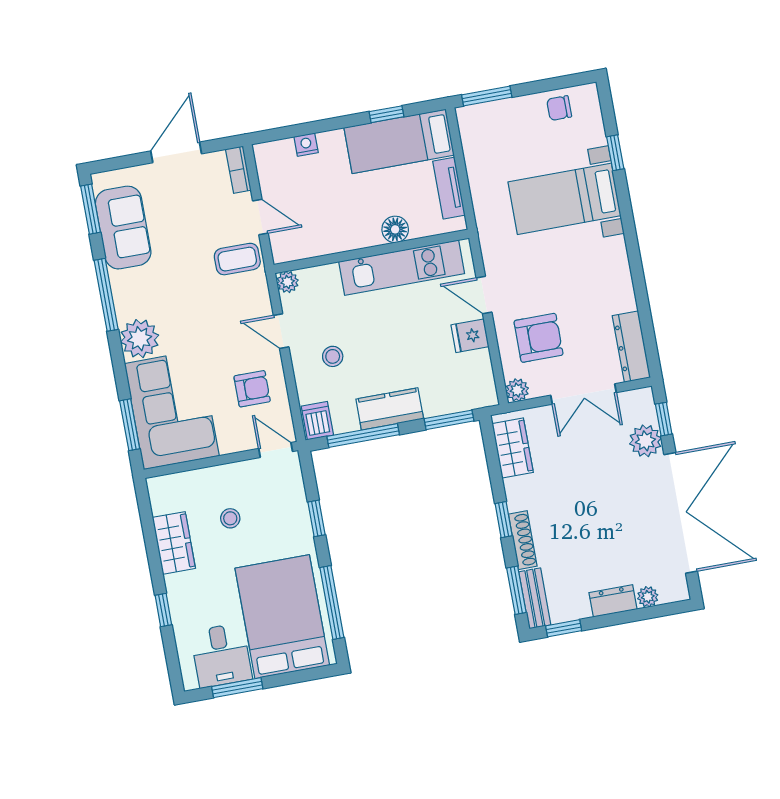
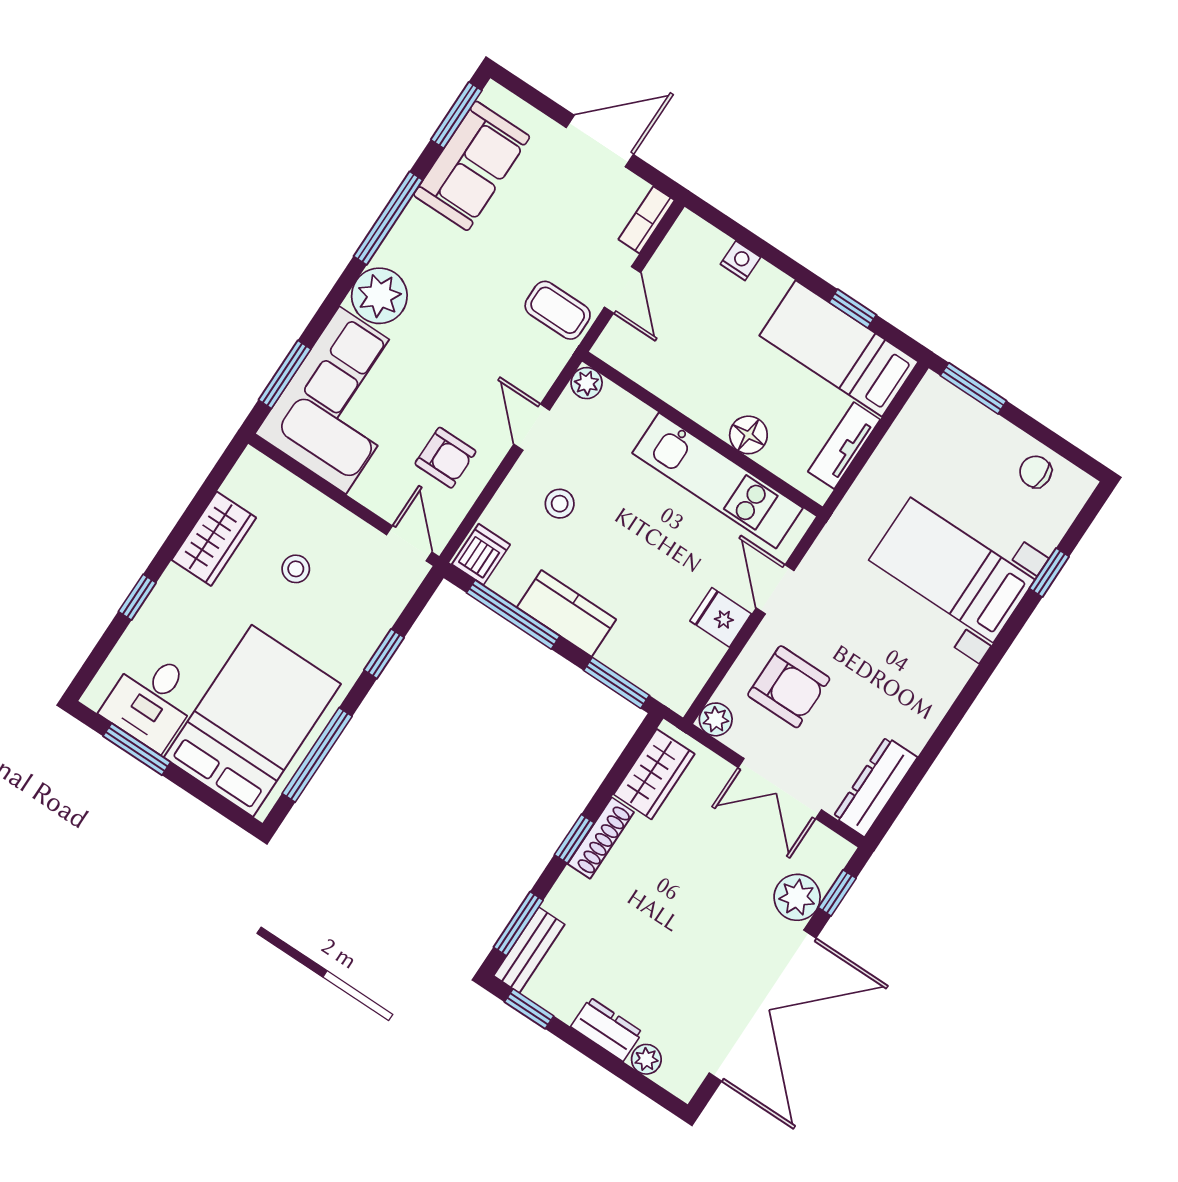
shoe rack: (523, 540) -> (601, 838), moved

